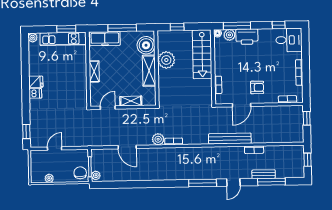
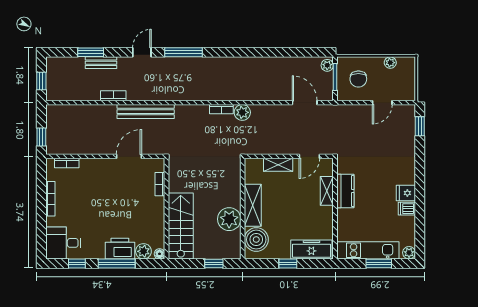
window: (237, 26) -> (117, 263), moved
window: (122, 28) -> (288, 263), width x0.46
window: (66, 29) -> (379, 263), moved
shelving: (94, 71) -> (327, 191), moved
kitchen counter: (81, 83) -> (345, 191), added
armchair: (257, 87) -> (107, 180), removed
dishwasher: (35, 93) -> (407, 209), moved
door: (127, 147) -> (305, 103), moved
chair: (80, 173) -> (358, 79), moved
window: (271, 182) -> (91, 52), width x0.69

